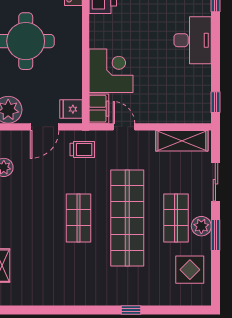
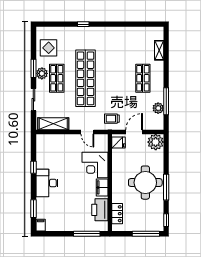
window: (215, 102) -> (33, 167), moved
filing cabinet: (99, 109) -> (102, 187), moved
shop shelf: (78, 218) -> (143, 78), moved

